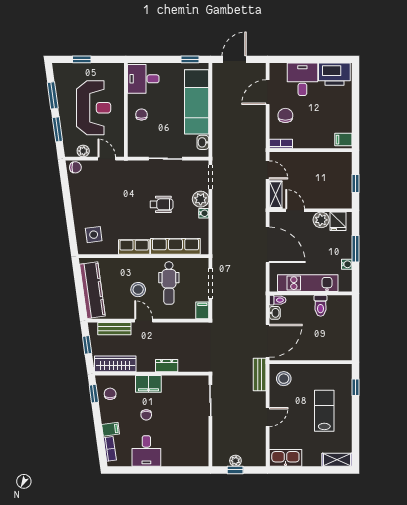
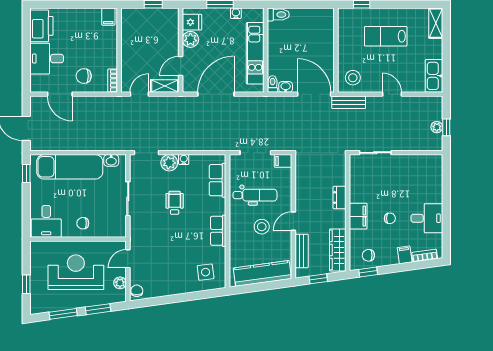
row of seats: (175, 246) -> (218, 180), width x0.68
toilet: (321, 306) -> (278, 15), moved

